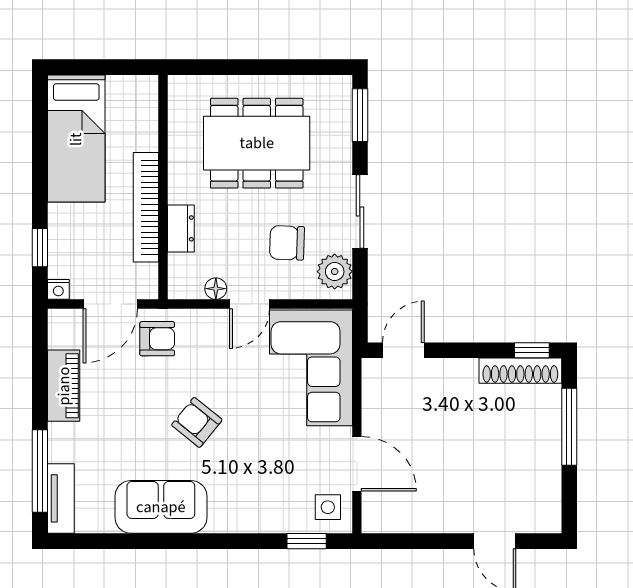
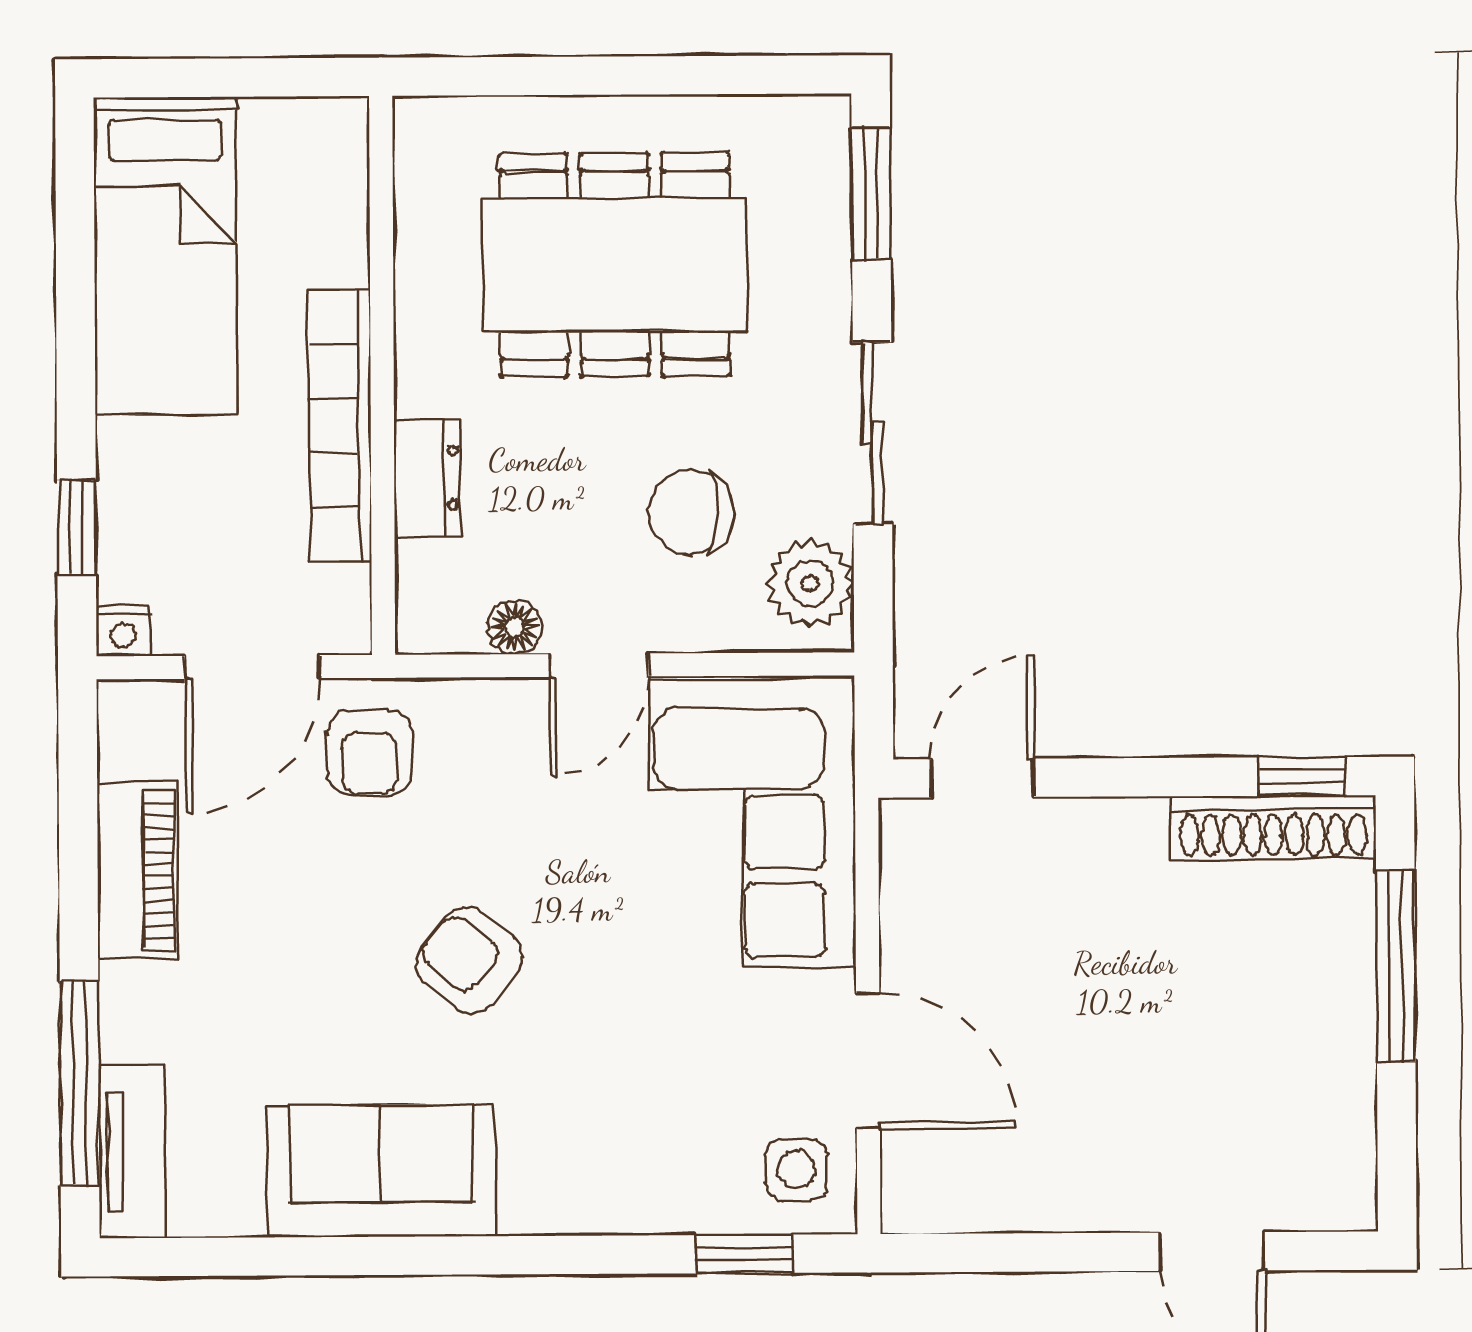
armchair: (157, 339) -> (370, 753), turned 90

